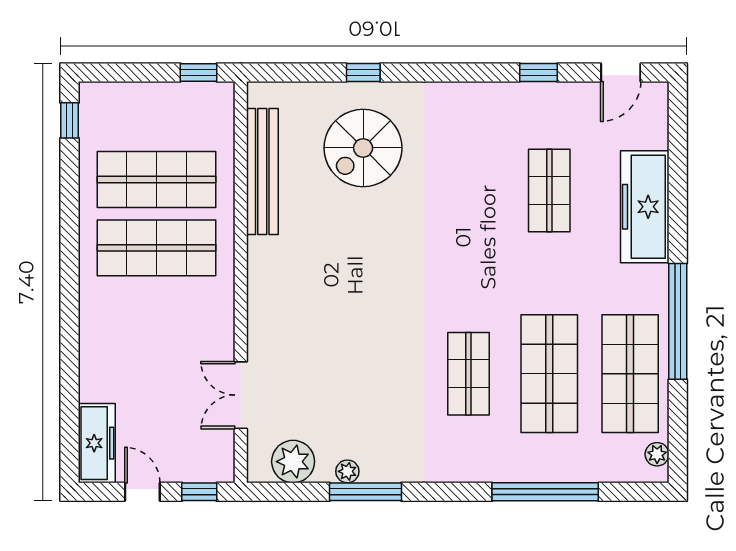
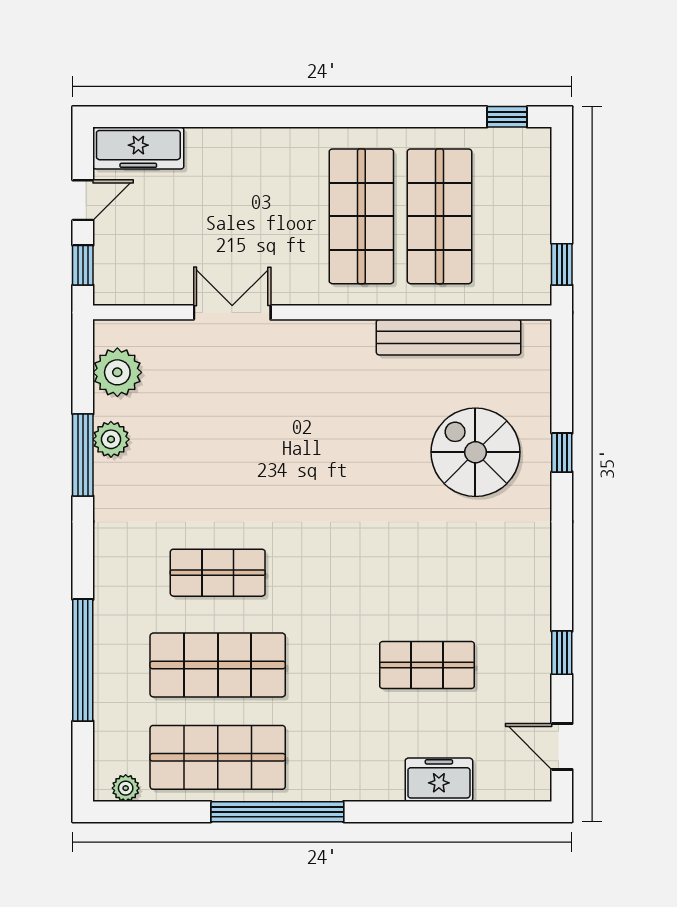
freezer: (645, 207) -> (439, 780), width x0.52, depth x0.79
double door: (241, 395) -> (232, 312), moved
plant: (347, 471) -> (111, 439), width x1.38, depth x1.38

